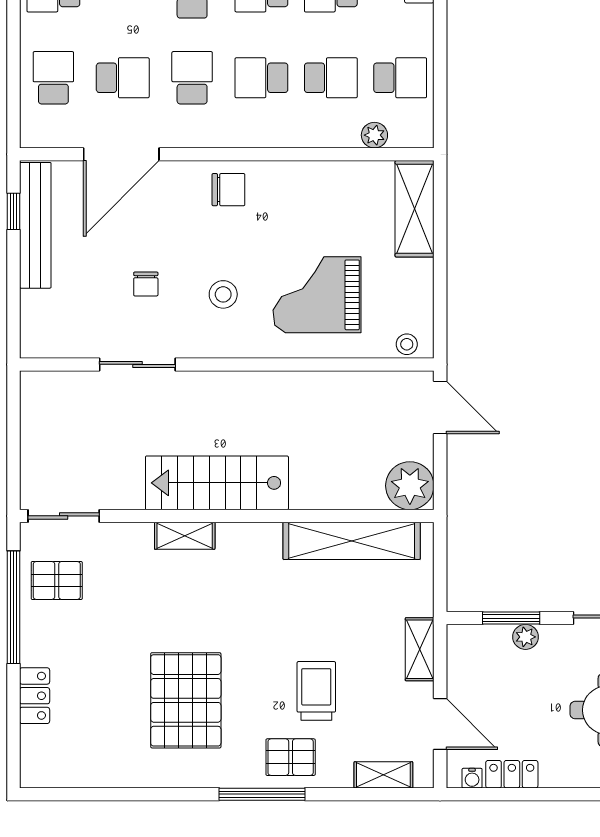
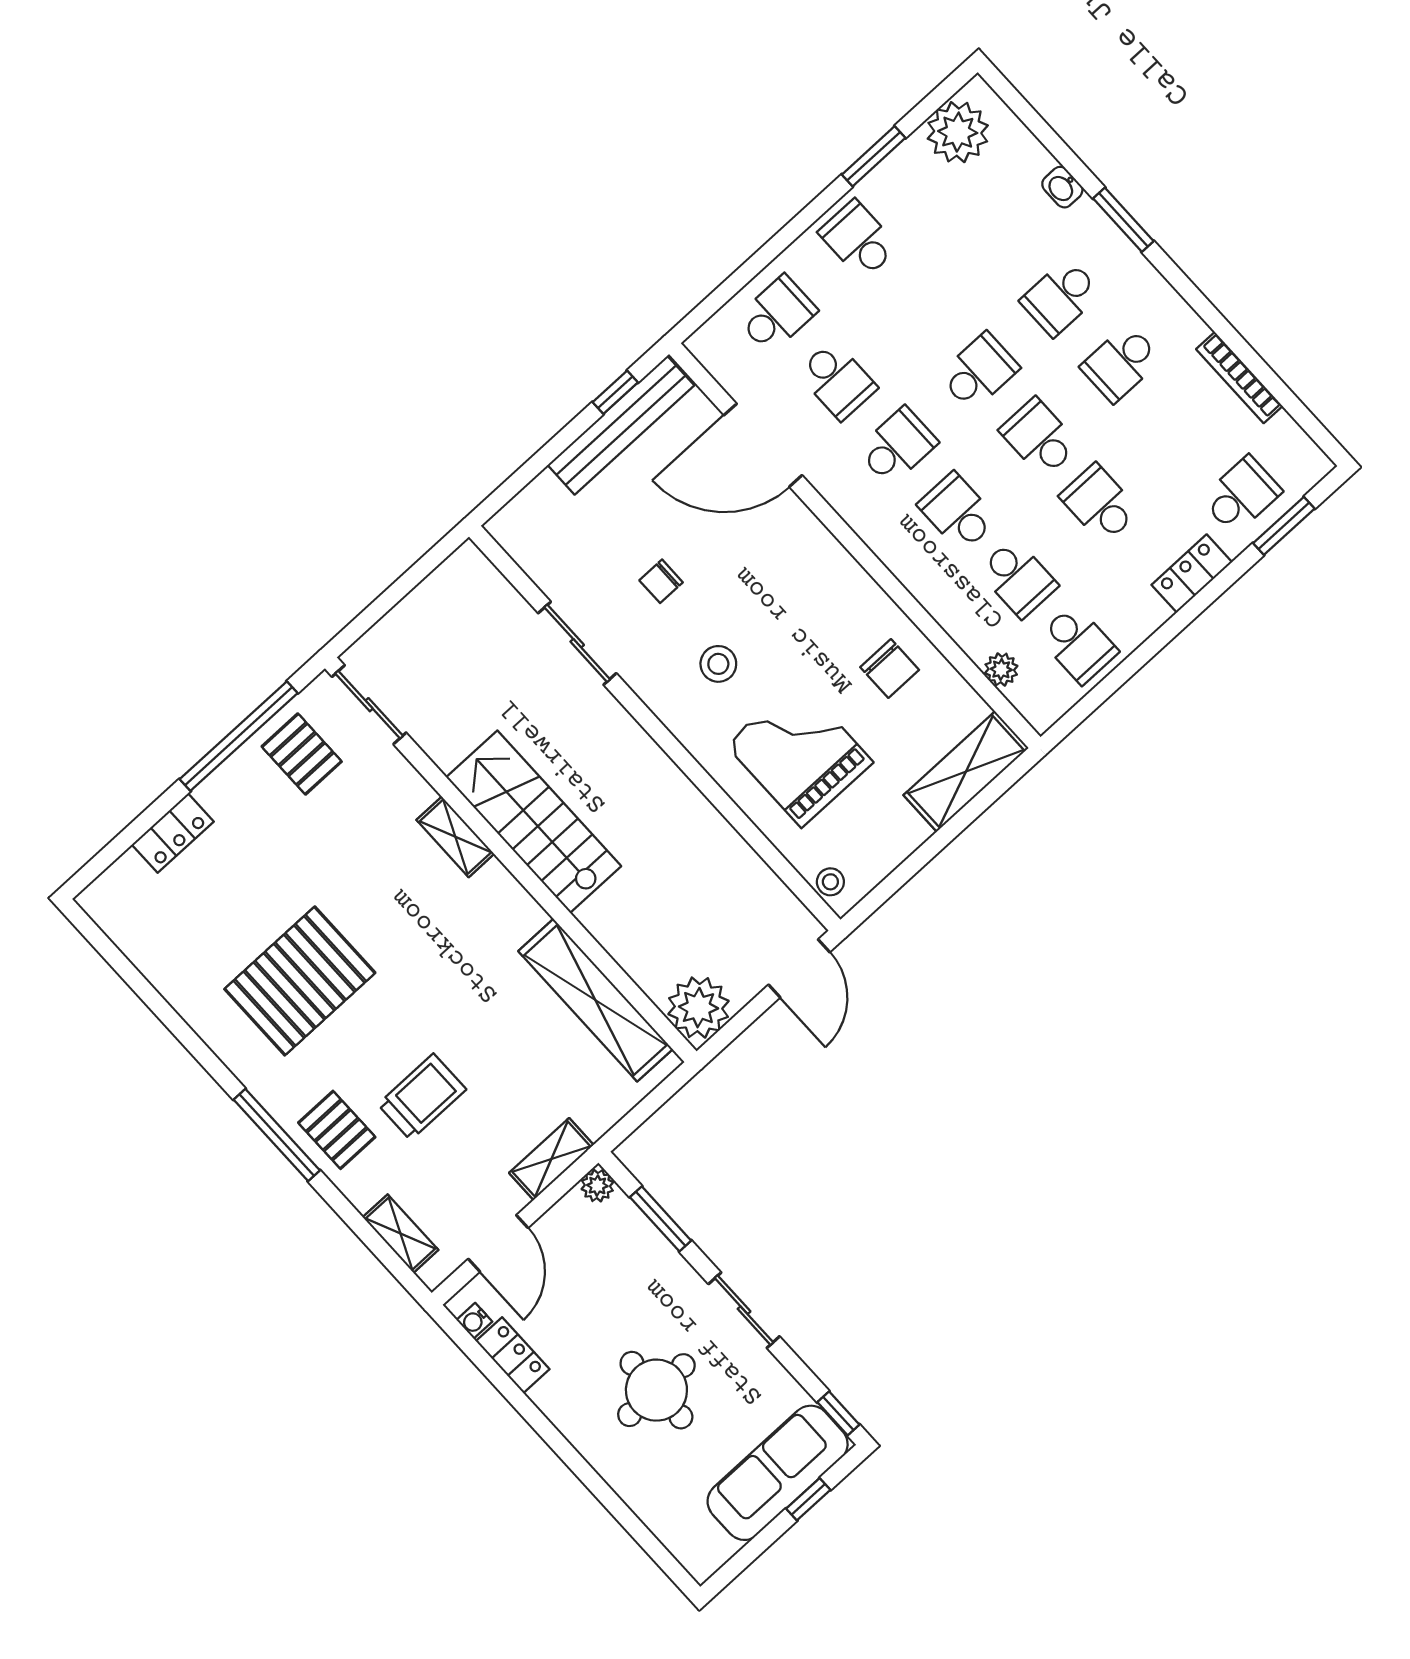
chair: (228, 190) -> (890, 668), moved
plant: (525, 637) -> (597, 1186), moved

